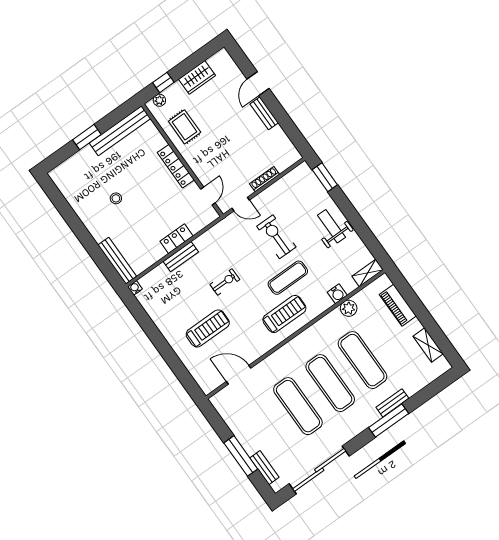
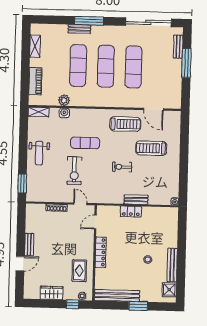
shower: (65, 182) -> (169, 290), added
bench: (117, 261) -> (172, 265), moved
treadmill: (284, 314) -> (125, 124), moved, turned 180

